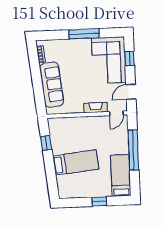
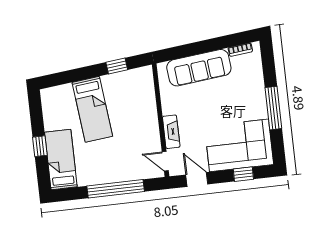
bed: (121, 175) -> (61, 159), moved, turned -90

